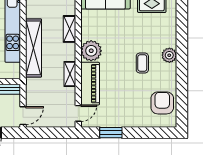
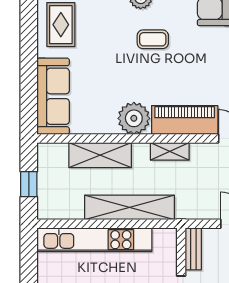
shelving: (69, 29) -> (100, 155), width x1.50, depth x1.33

